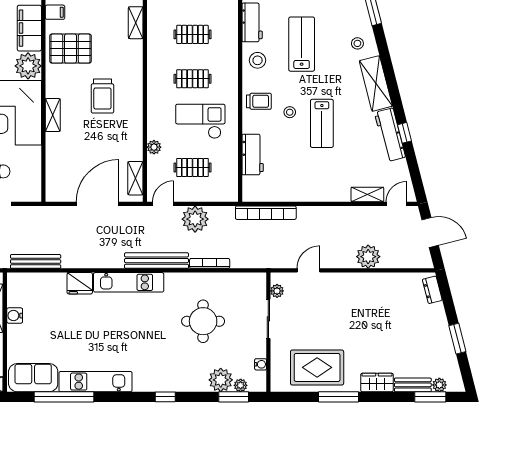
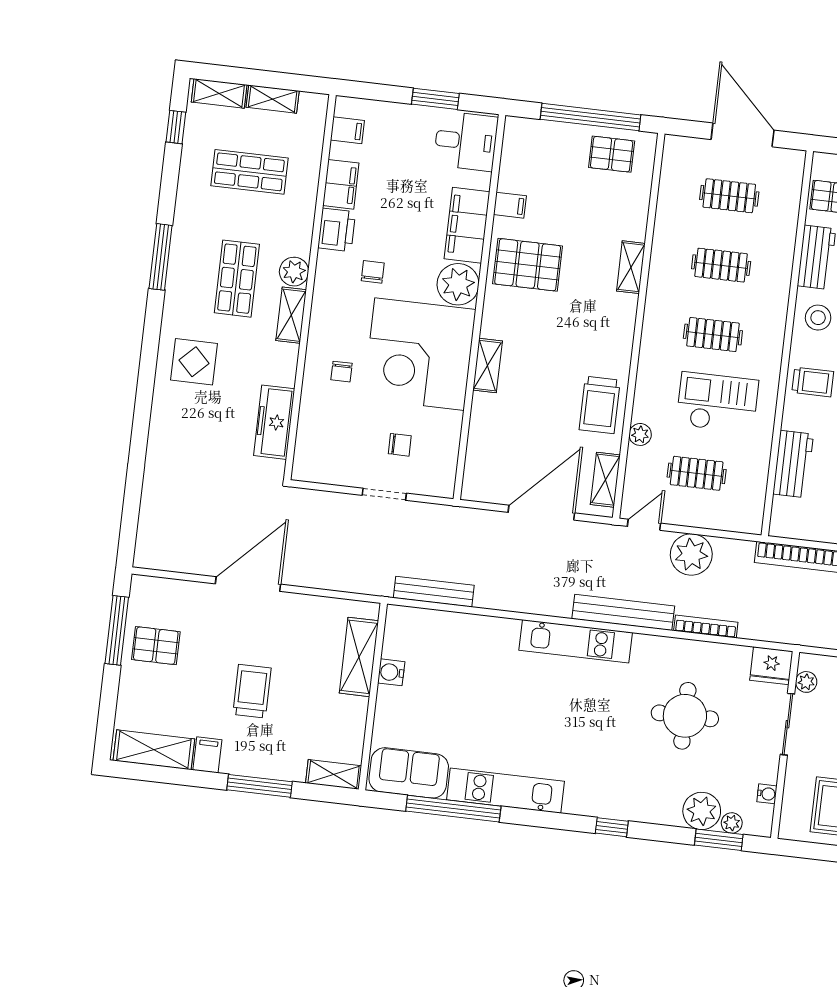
shelving: (136, 23) -> (631, 267), moved
trolley: (102, 96) -> (600, 405), moved
fridge: (80, 283) -> (771, 666), moved

